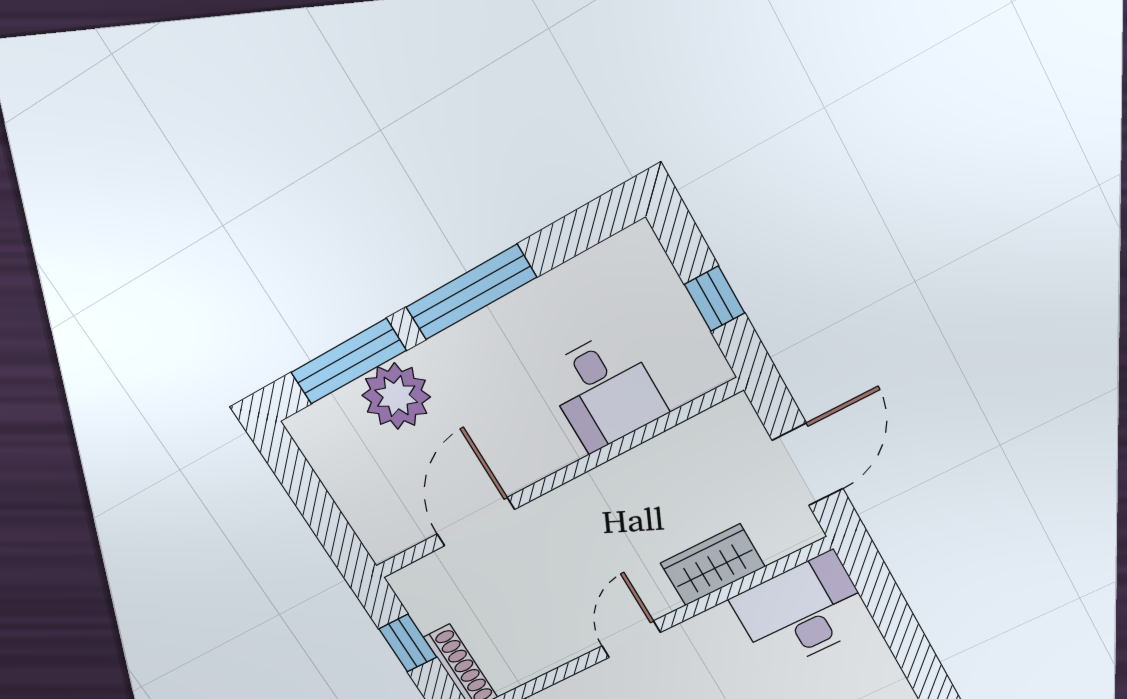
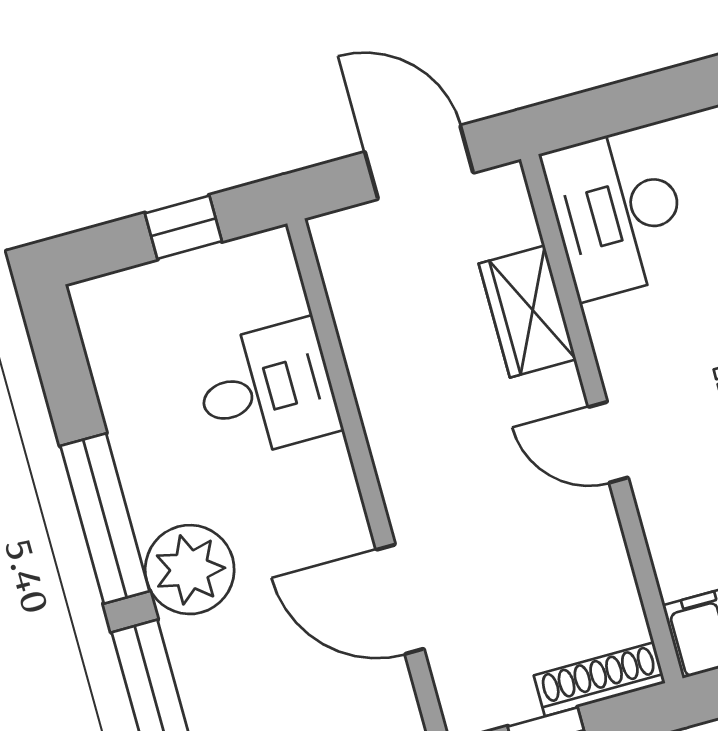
plant: (396, 396) -> (190, 570), moved

